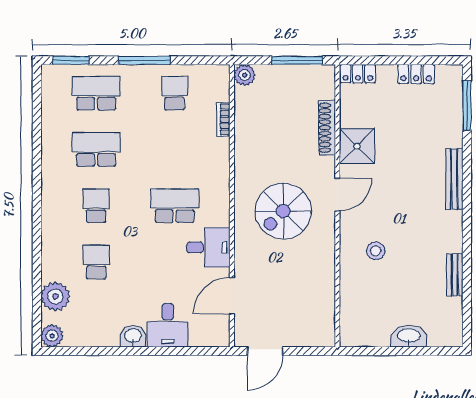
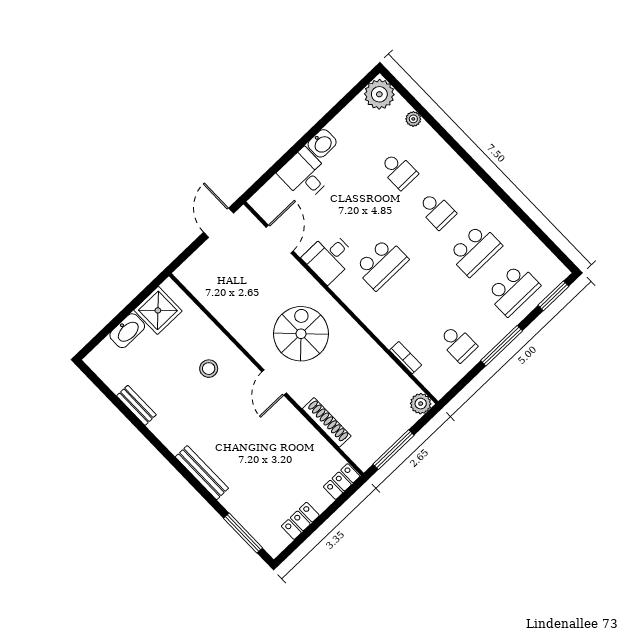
shower: (357, 146) -> (158, 310), moved
plant: (55, 296) -> (413, 119), width x0.53, depth x0.53
plant: (52, 336) -> (379, 94), width x1.36, depth x1.36

